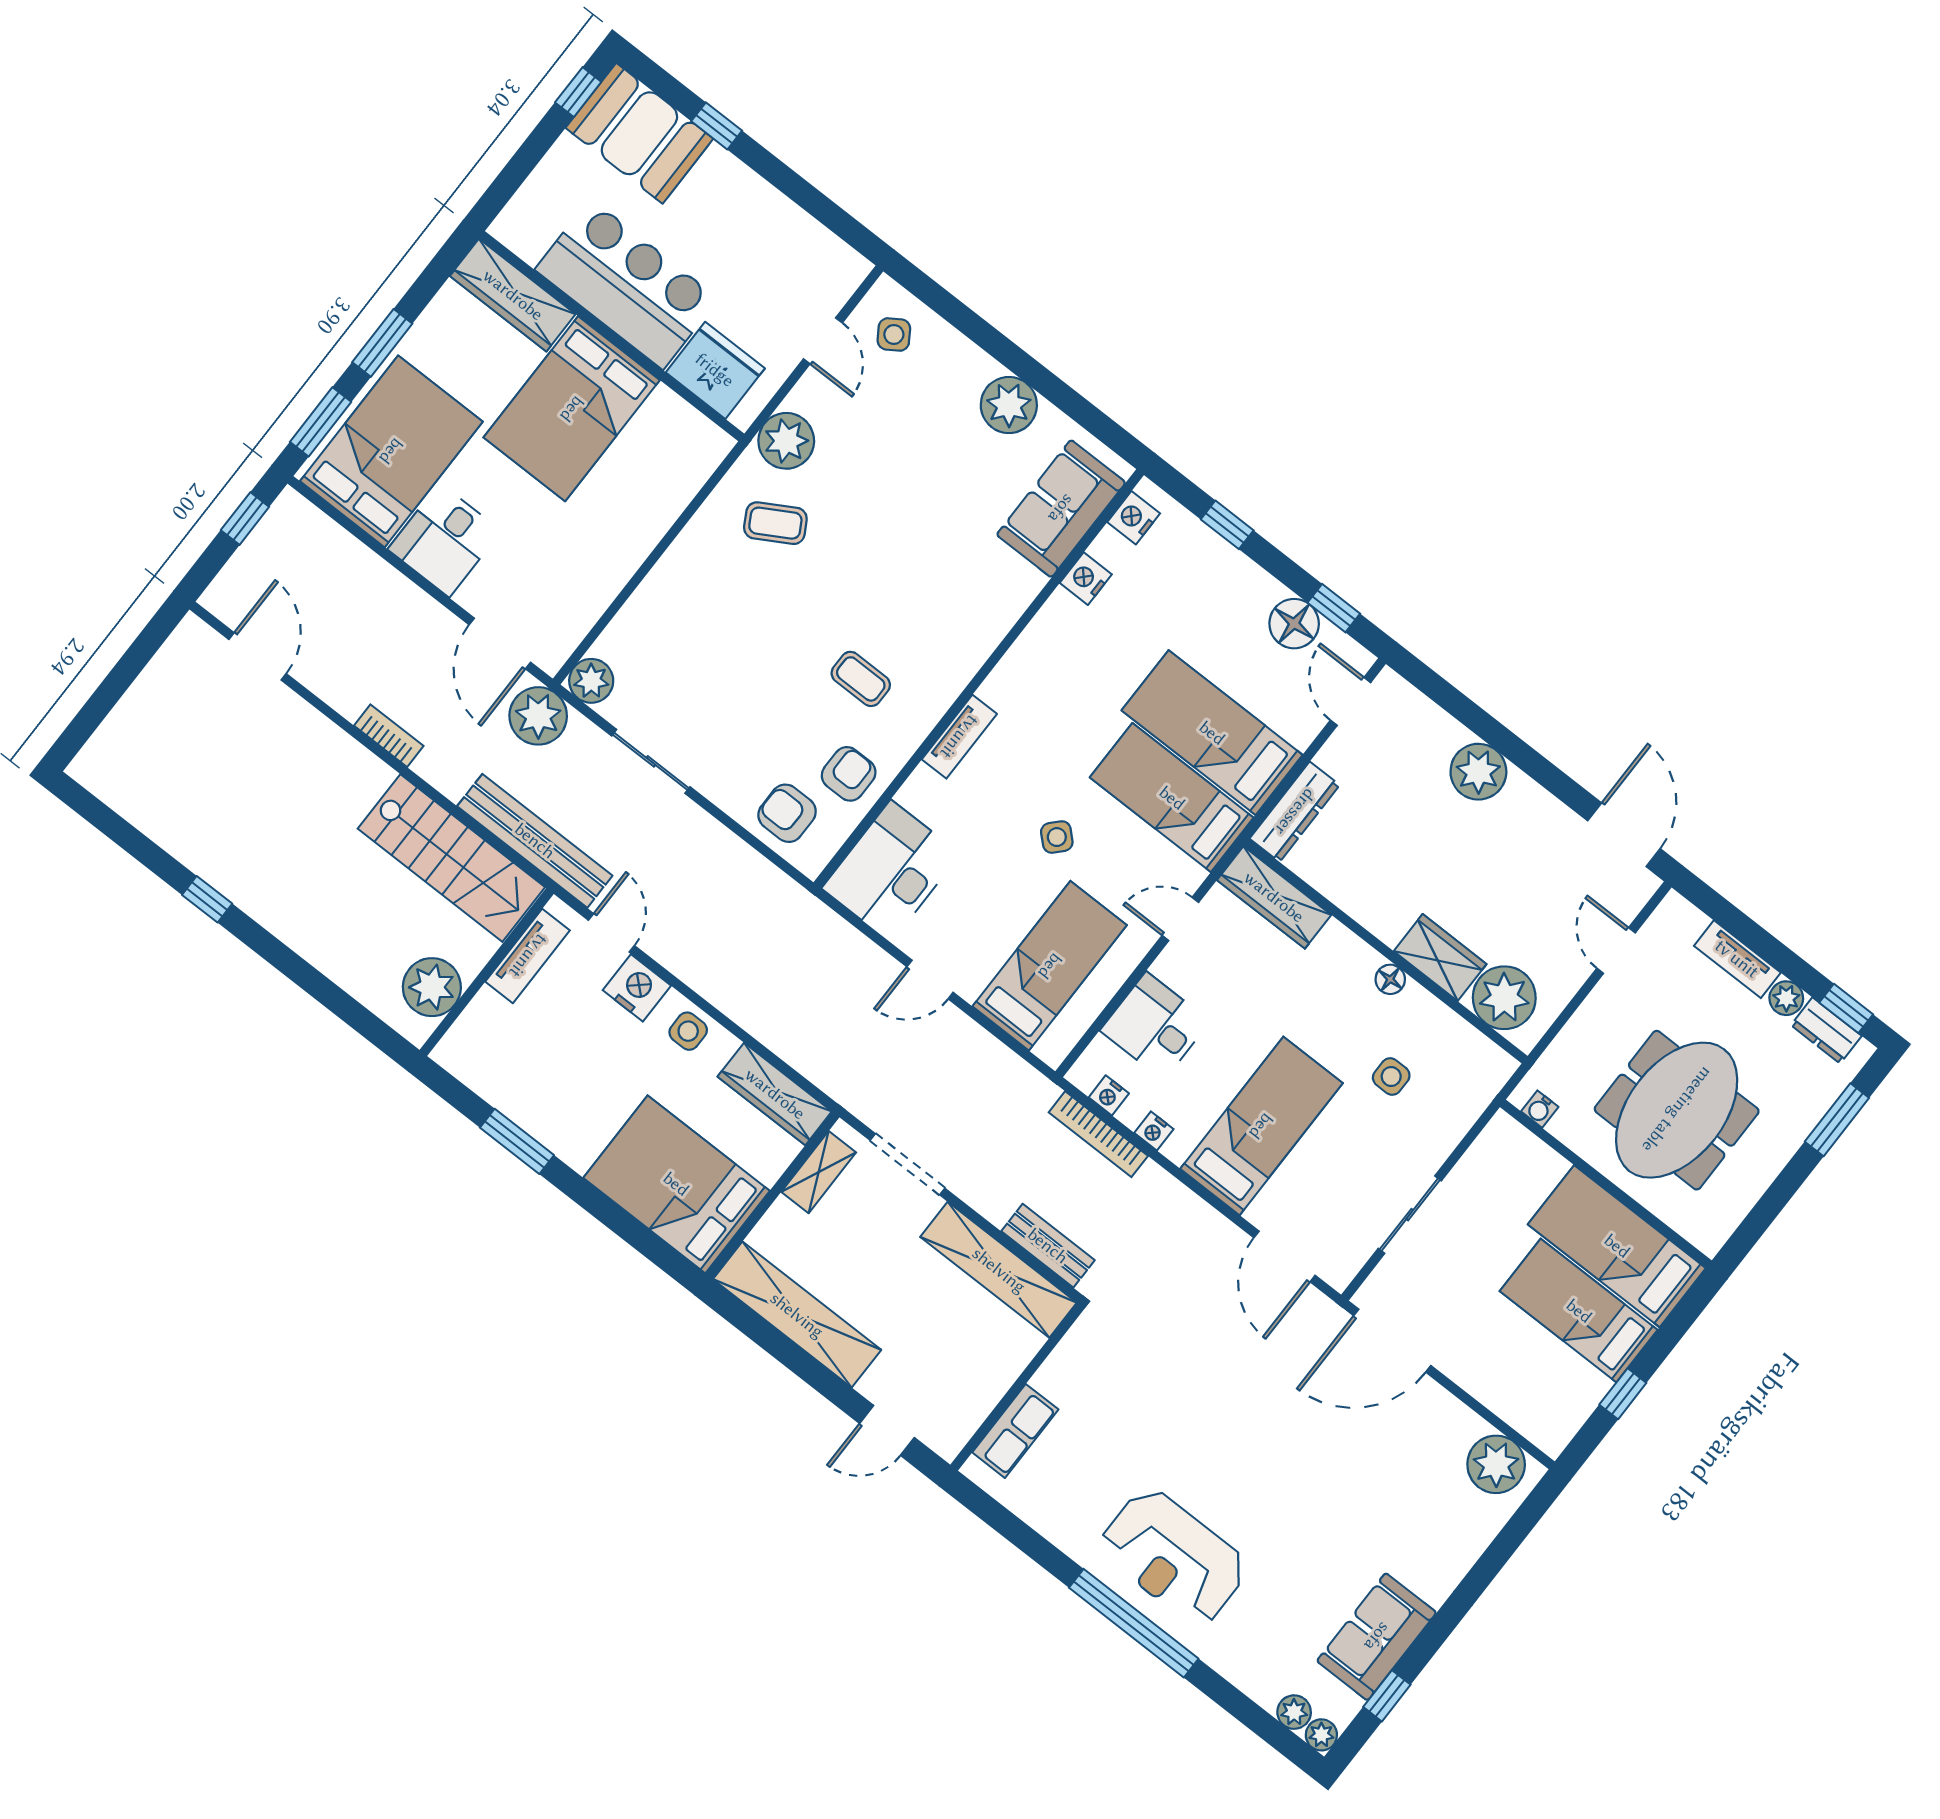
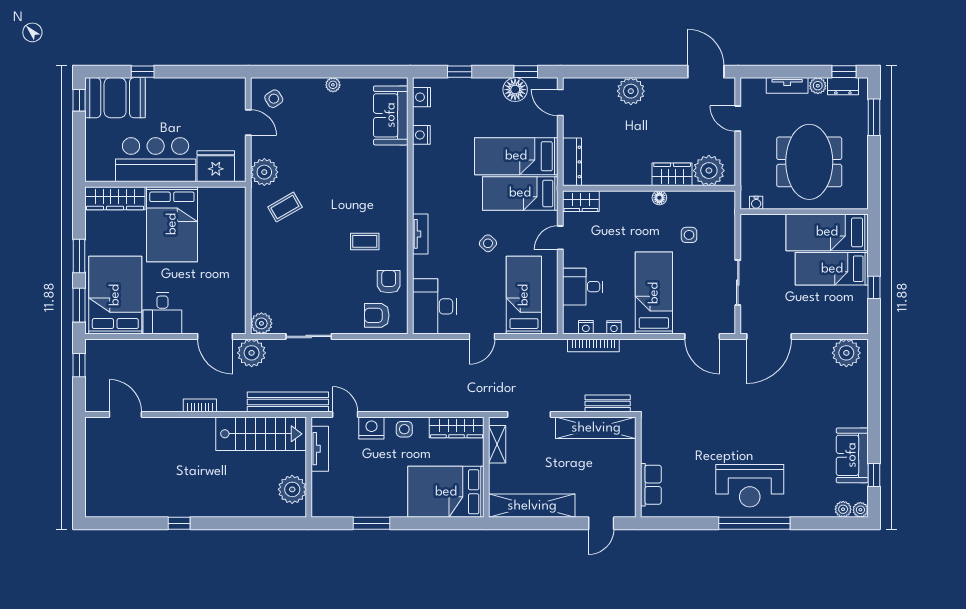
plant: (1009, 405) -> (333, 85), width x0.53, depth x0.53
wardrobe: (1274, 897) -> (581, 201), width x0.67

